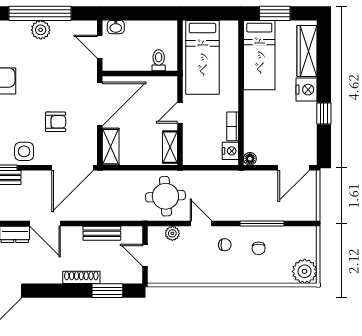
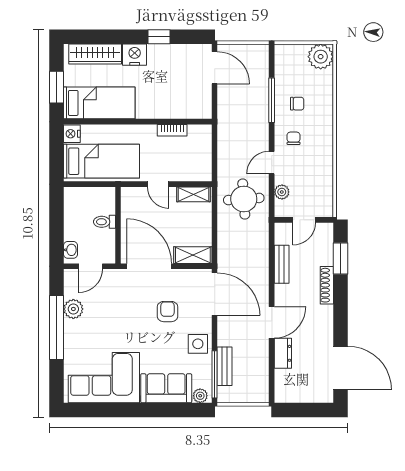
plant: (41, 30) -> (73, 309), moved
toilet: (159, 60) -> (104, 222), moved
nightstand: (230, 151) -> (72, 134), moved, turned -90
floor lamp: (250, 159) -> (205, 112), removed

